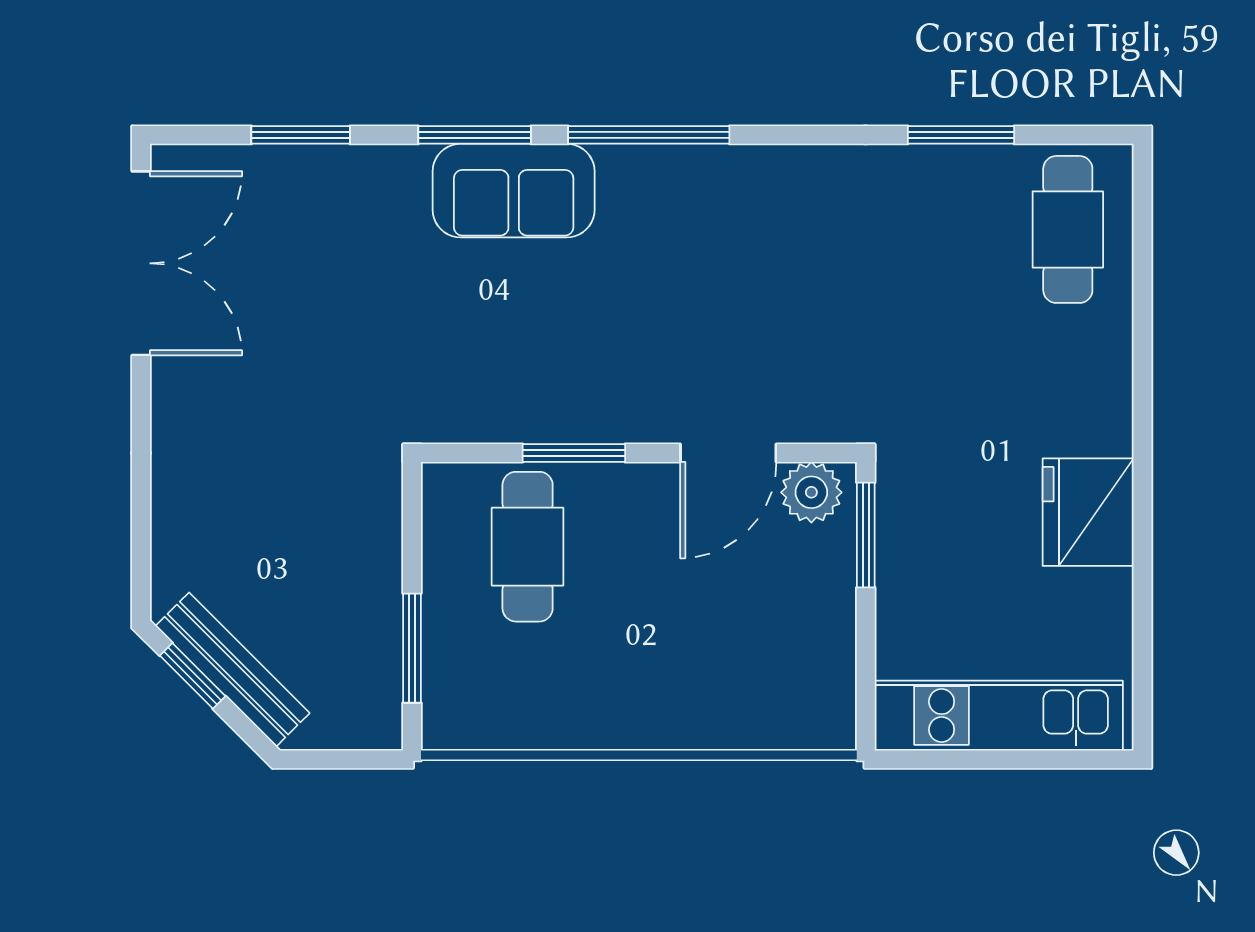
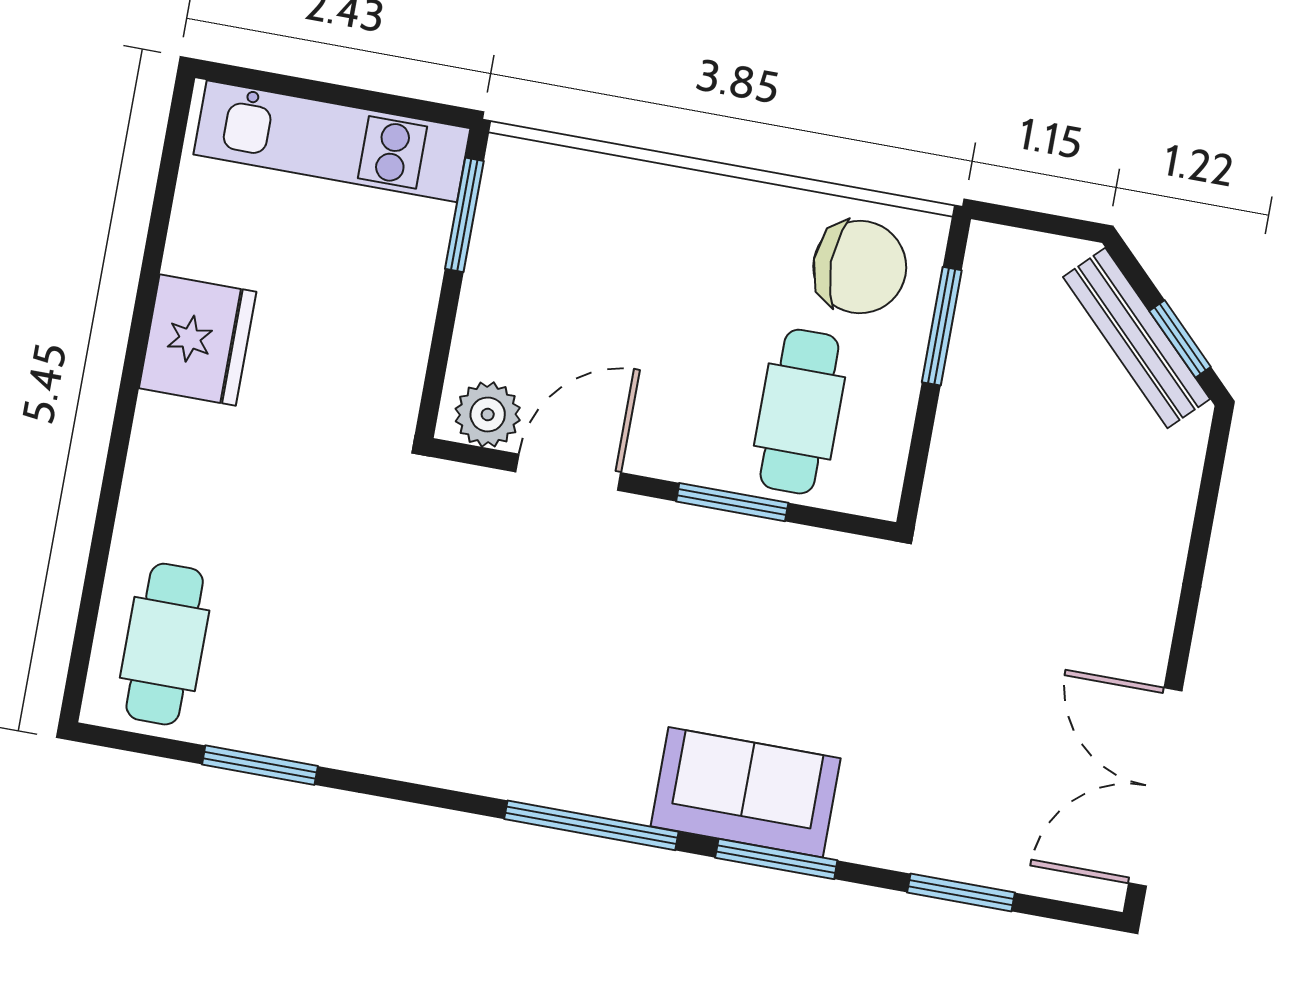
window: (866, 535) -> (464, 215), moved
chair: (497, 688) -> (860, 267), added

